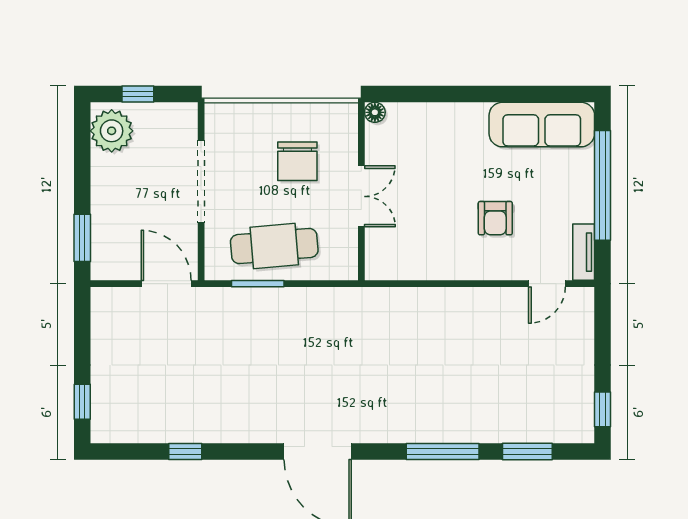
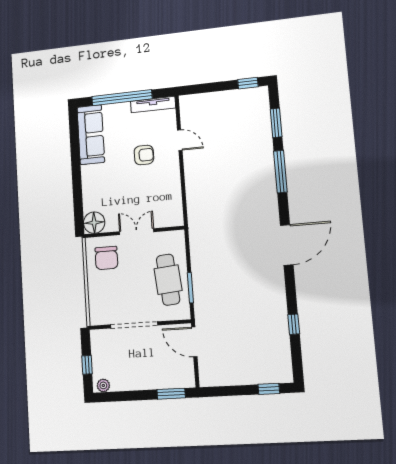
floor lamp: (375, 112) -> (94, 223), width x1.89, depth x1.89
plant: (112, 131) -> (103, 385), width x0.53, depth x0.53
chair: (297, 161) -> (106, 258), moved, turned 90
tv unit: (584, 252) -> (153, 105), width x1.41
door: (166, 284) -> (194, 342), hinge flipped
door: (547, 284) -> (180, 140), moved

